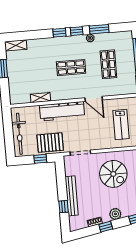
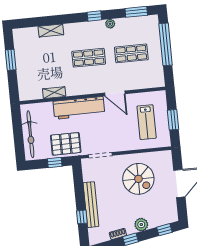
window: (99, 29) -> (136, 12), moved
window: (59, 33) -> (75, 18), removed
shelving: (16, 45) -> (51, 31), moved
shop shelf: (108, 64) -> (131, 53), turned 90

